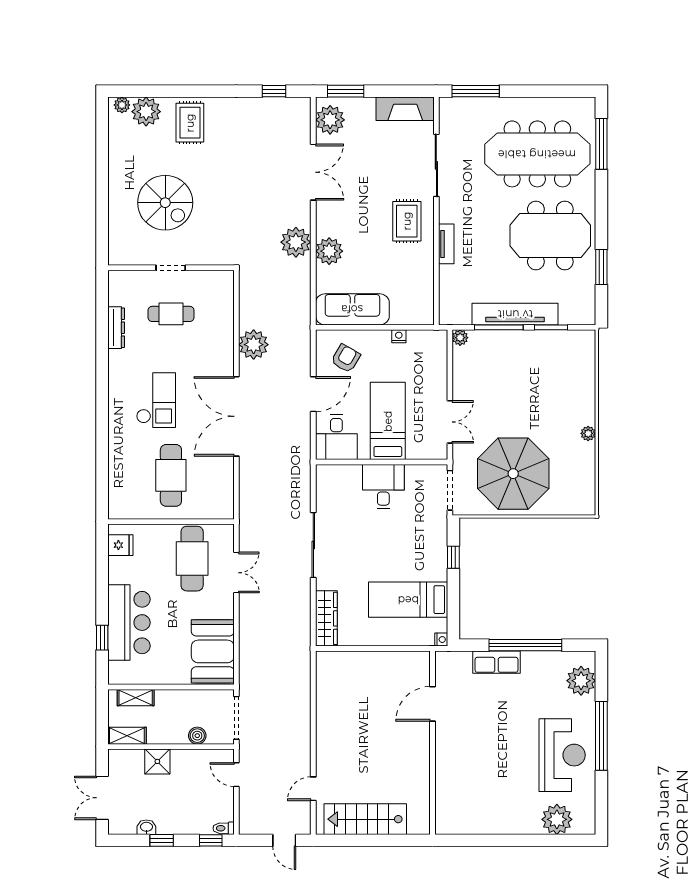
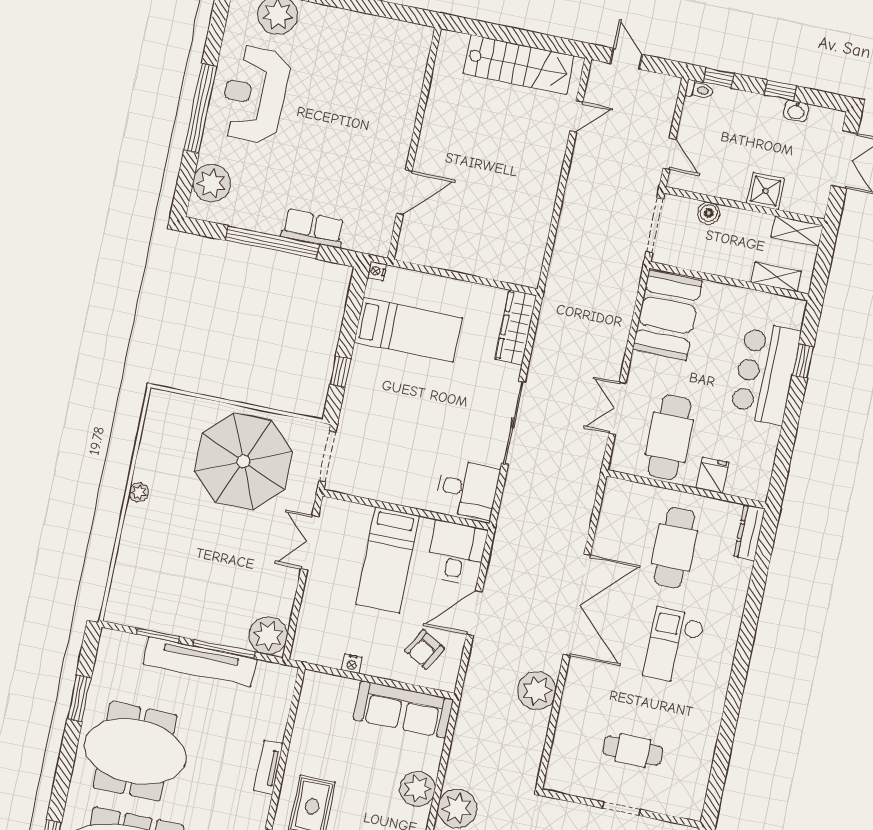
dresser: (116, 328) -> (749, 533), moved
plant: (460, 338) -> (268, 636), width x1.88, depth x1.88
desk: (383, 487) -> (468, 489), moved, turned -90
fridge: (120, 545) -> (713, 475), moved, turned 90

